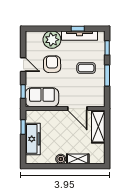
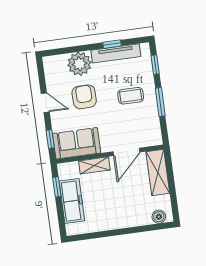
door: (77, 109) -> (126, 152), hinge flipped
boiler: (61, 159) -> (159, 217), moved
shelving: (78, 159) -> (94, 165), moved

